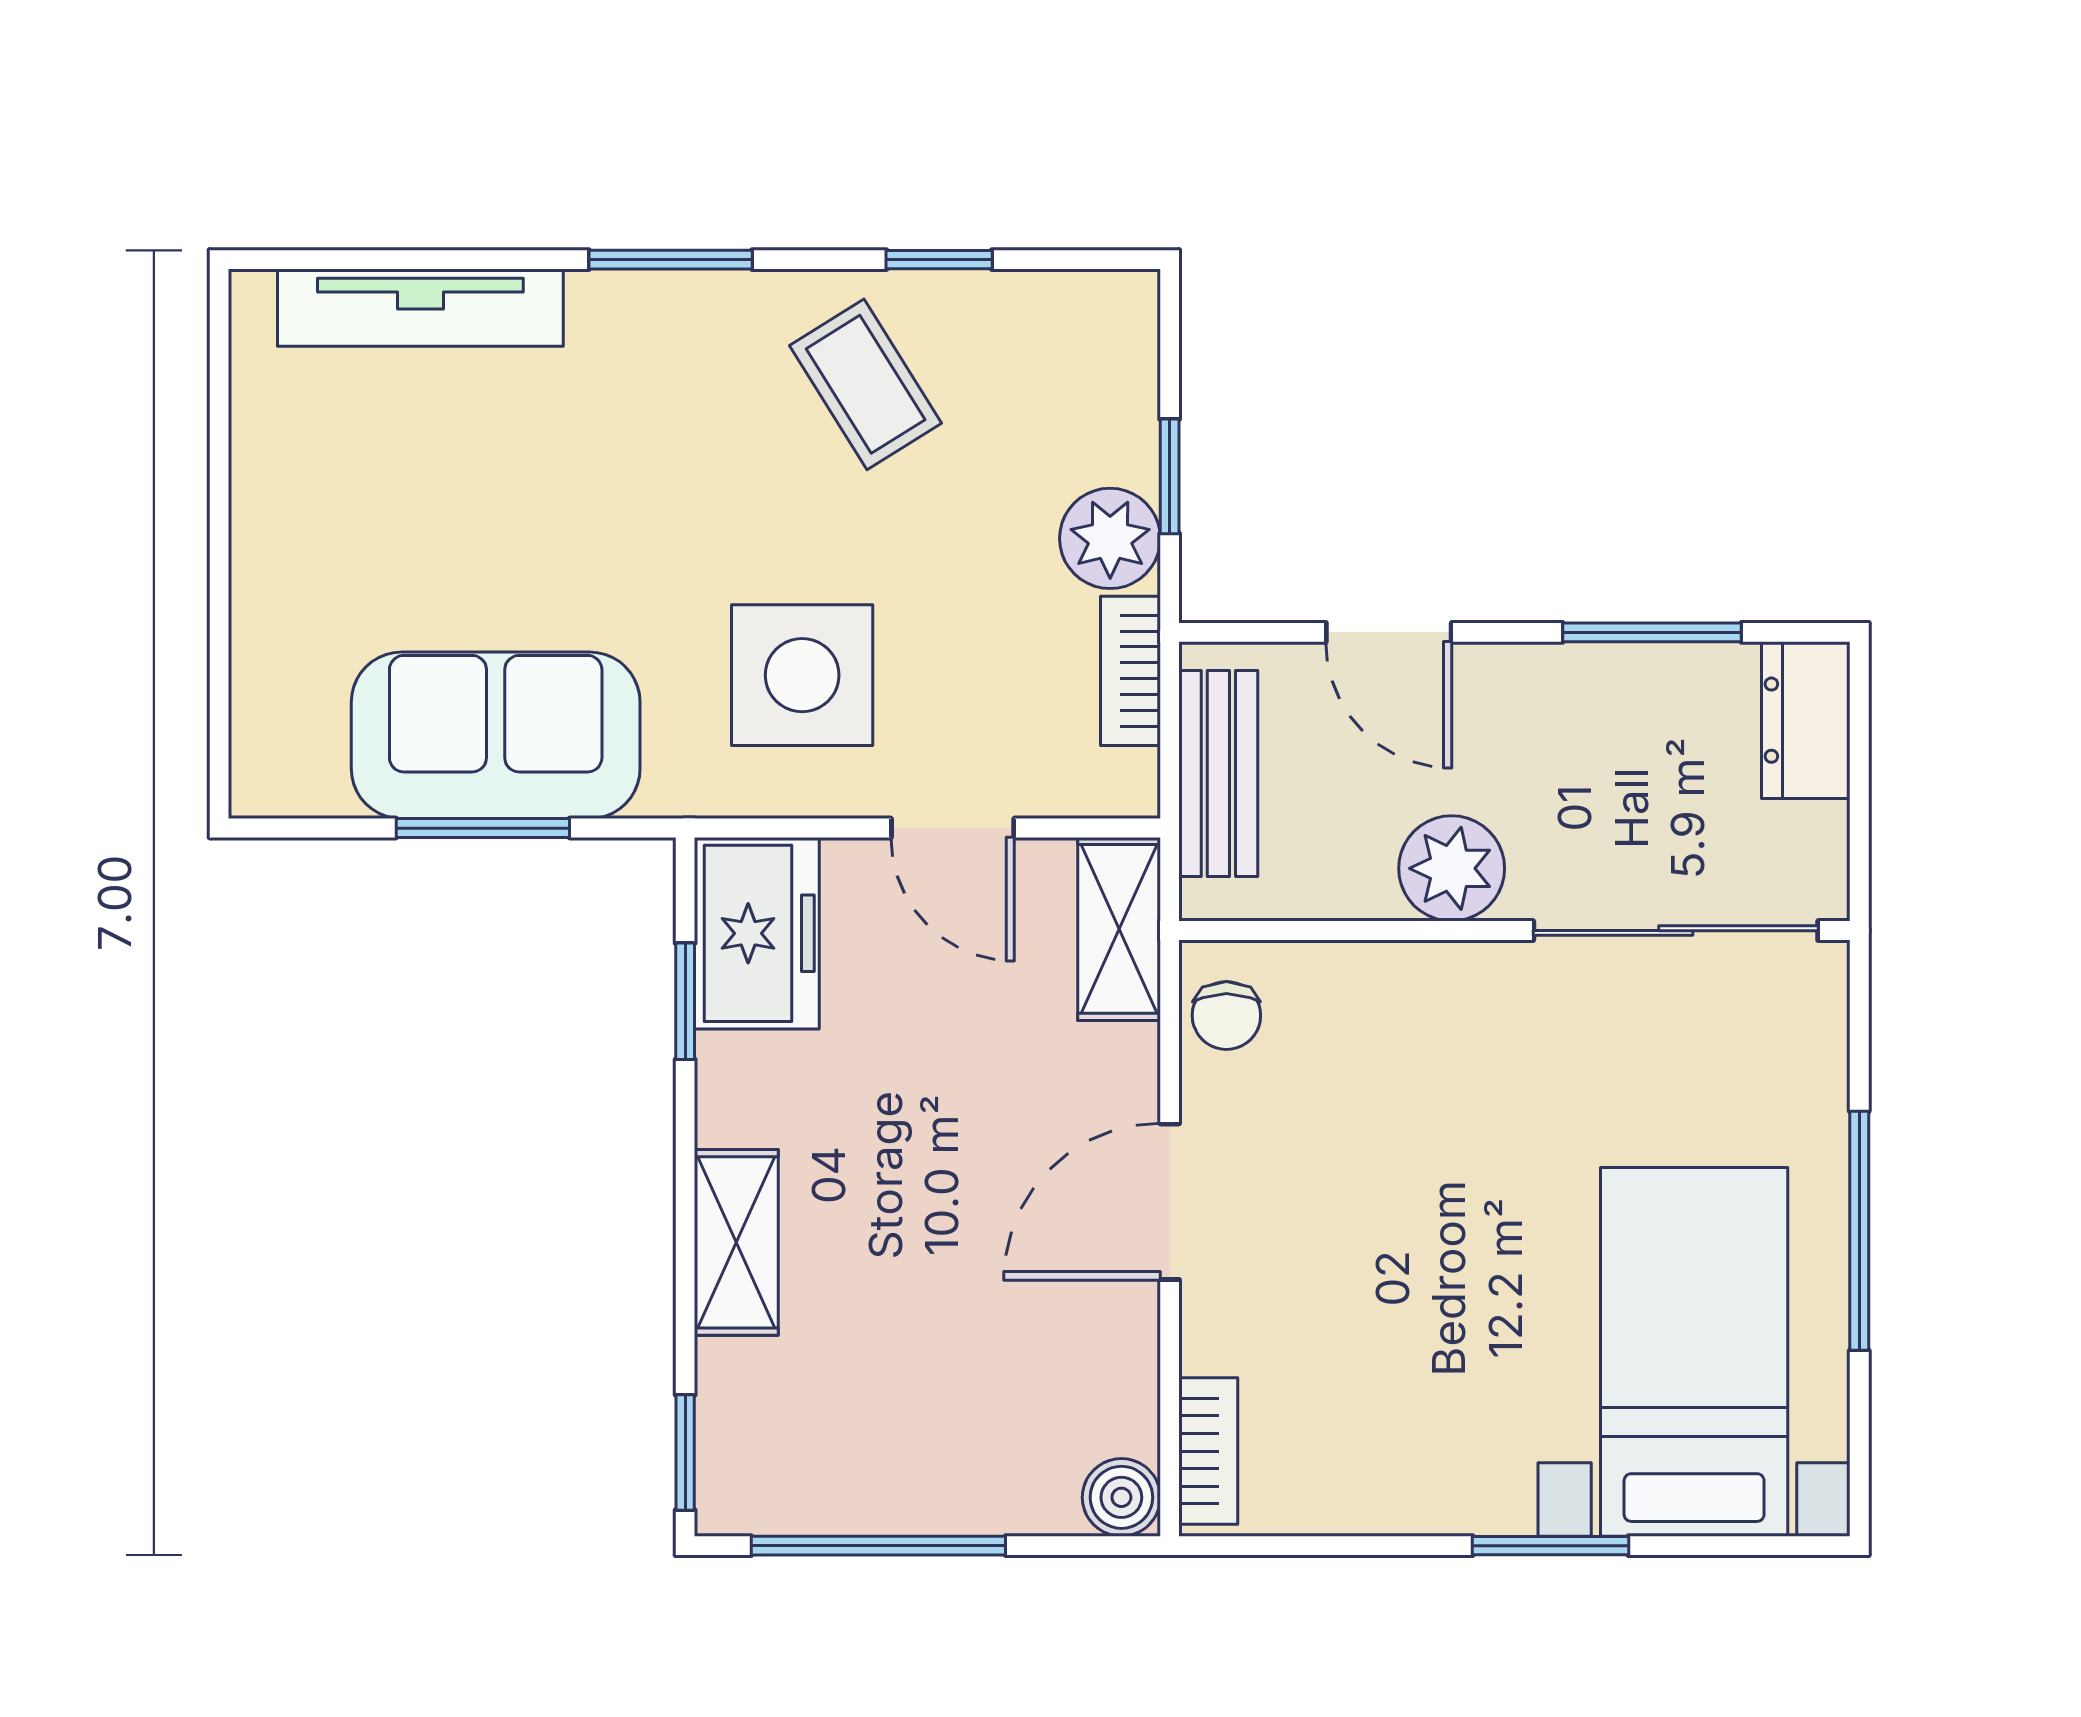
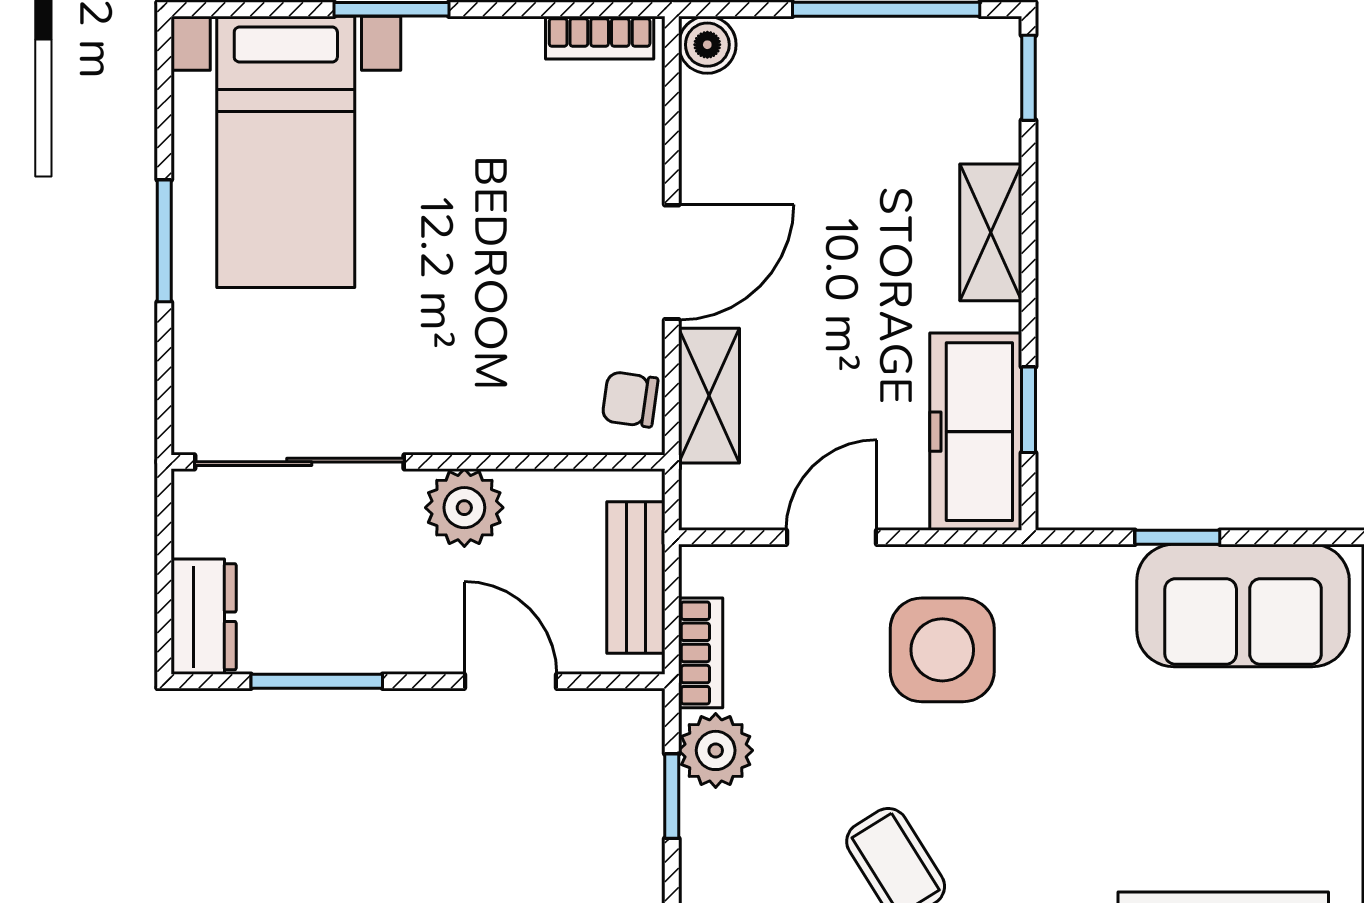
sofa: (496, 735) -> (1243, 606), moved
window: (483, 828) -> (1177, 537), width x0.67
door: (953, 828) -> (832, 537), hinge flipped
shelving: (1119, 929) -> (709, 396), moved
freezer: (757, 933) -> (976, 432), width x1.40
chair: (1226, 1015) -> (630, 399), turned -82
window: (1859, 1231) -> (164, 241), width x0.69
bookcase: (1208, 1451) -> (600, 38), moved, turned -90

